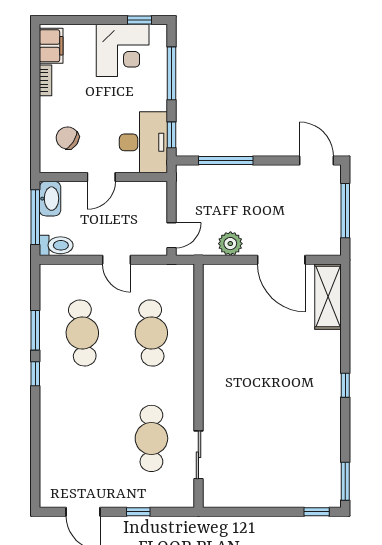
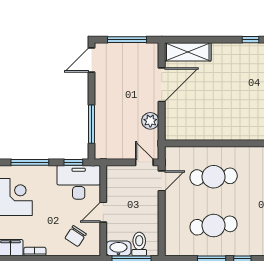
door: (101, 177) -> (103, 212), swing flipped
toilet: (56, 245) -> (139, 244), moved
door: (116, 260) -> (162, 181), moved

